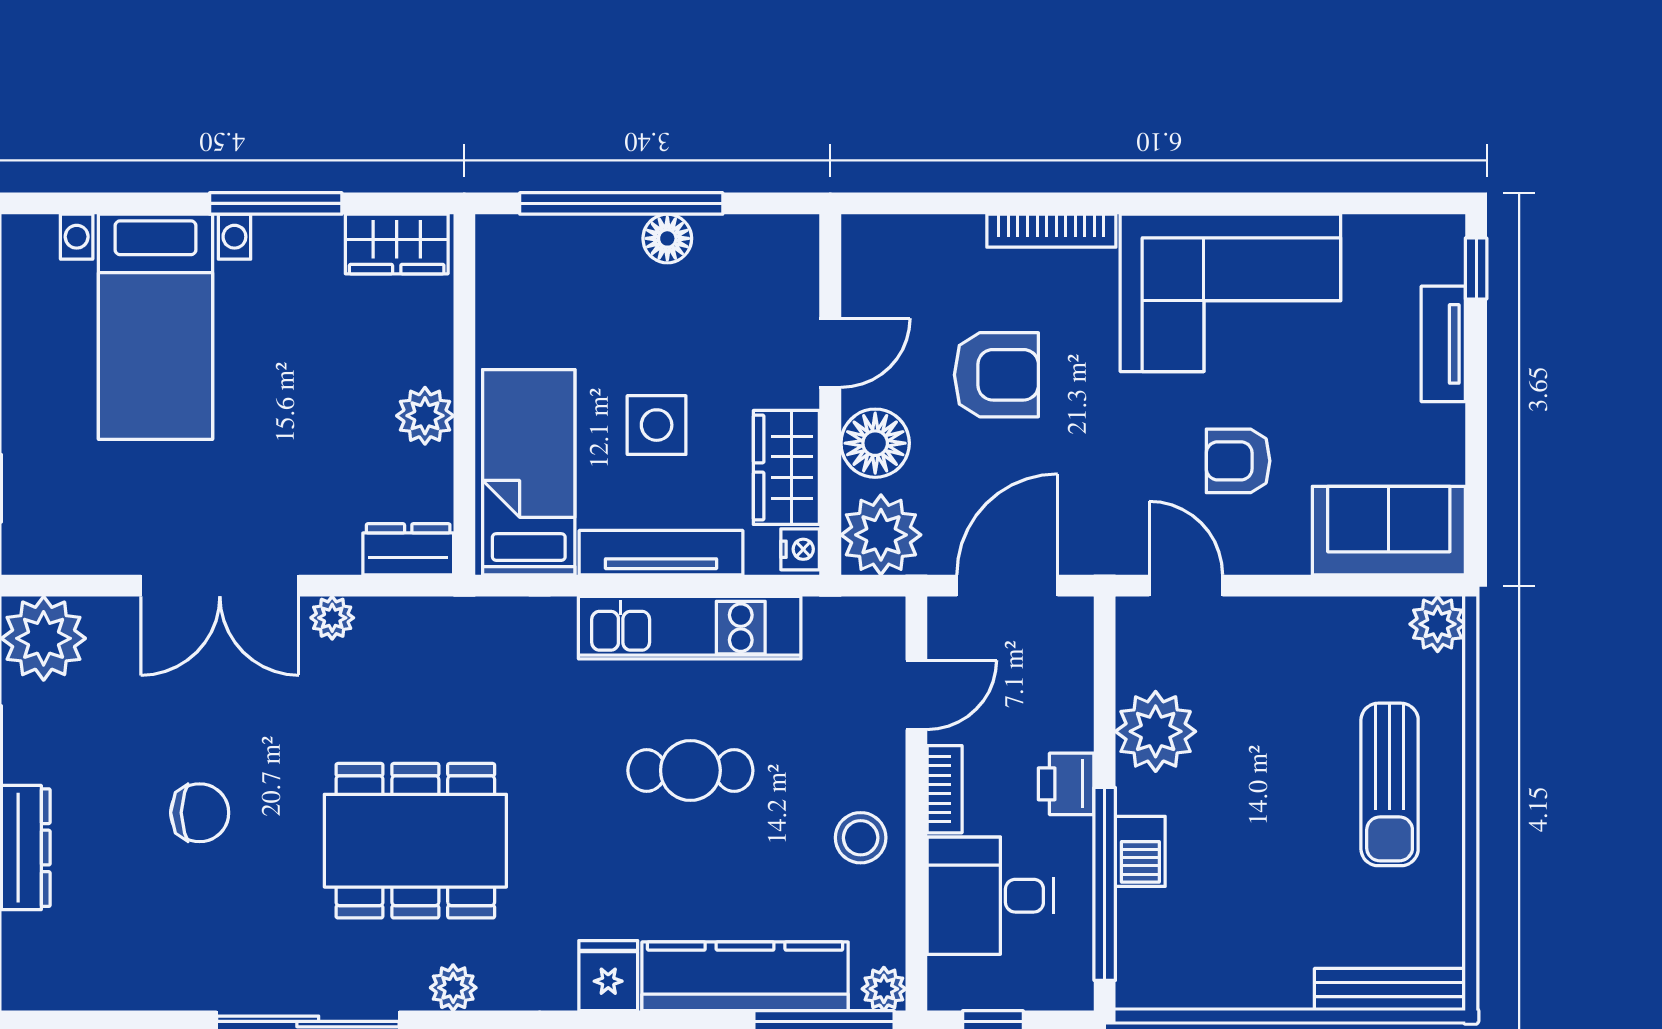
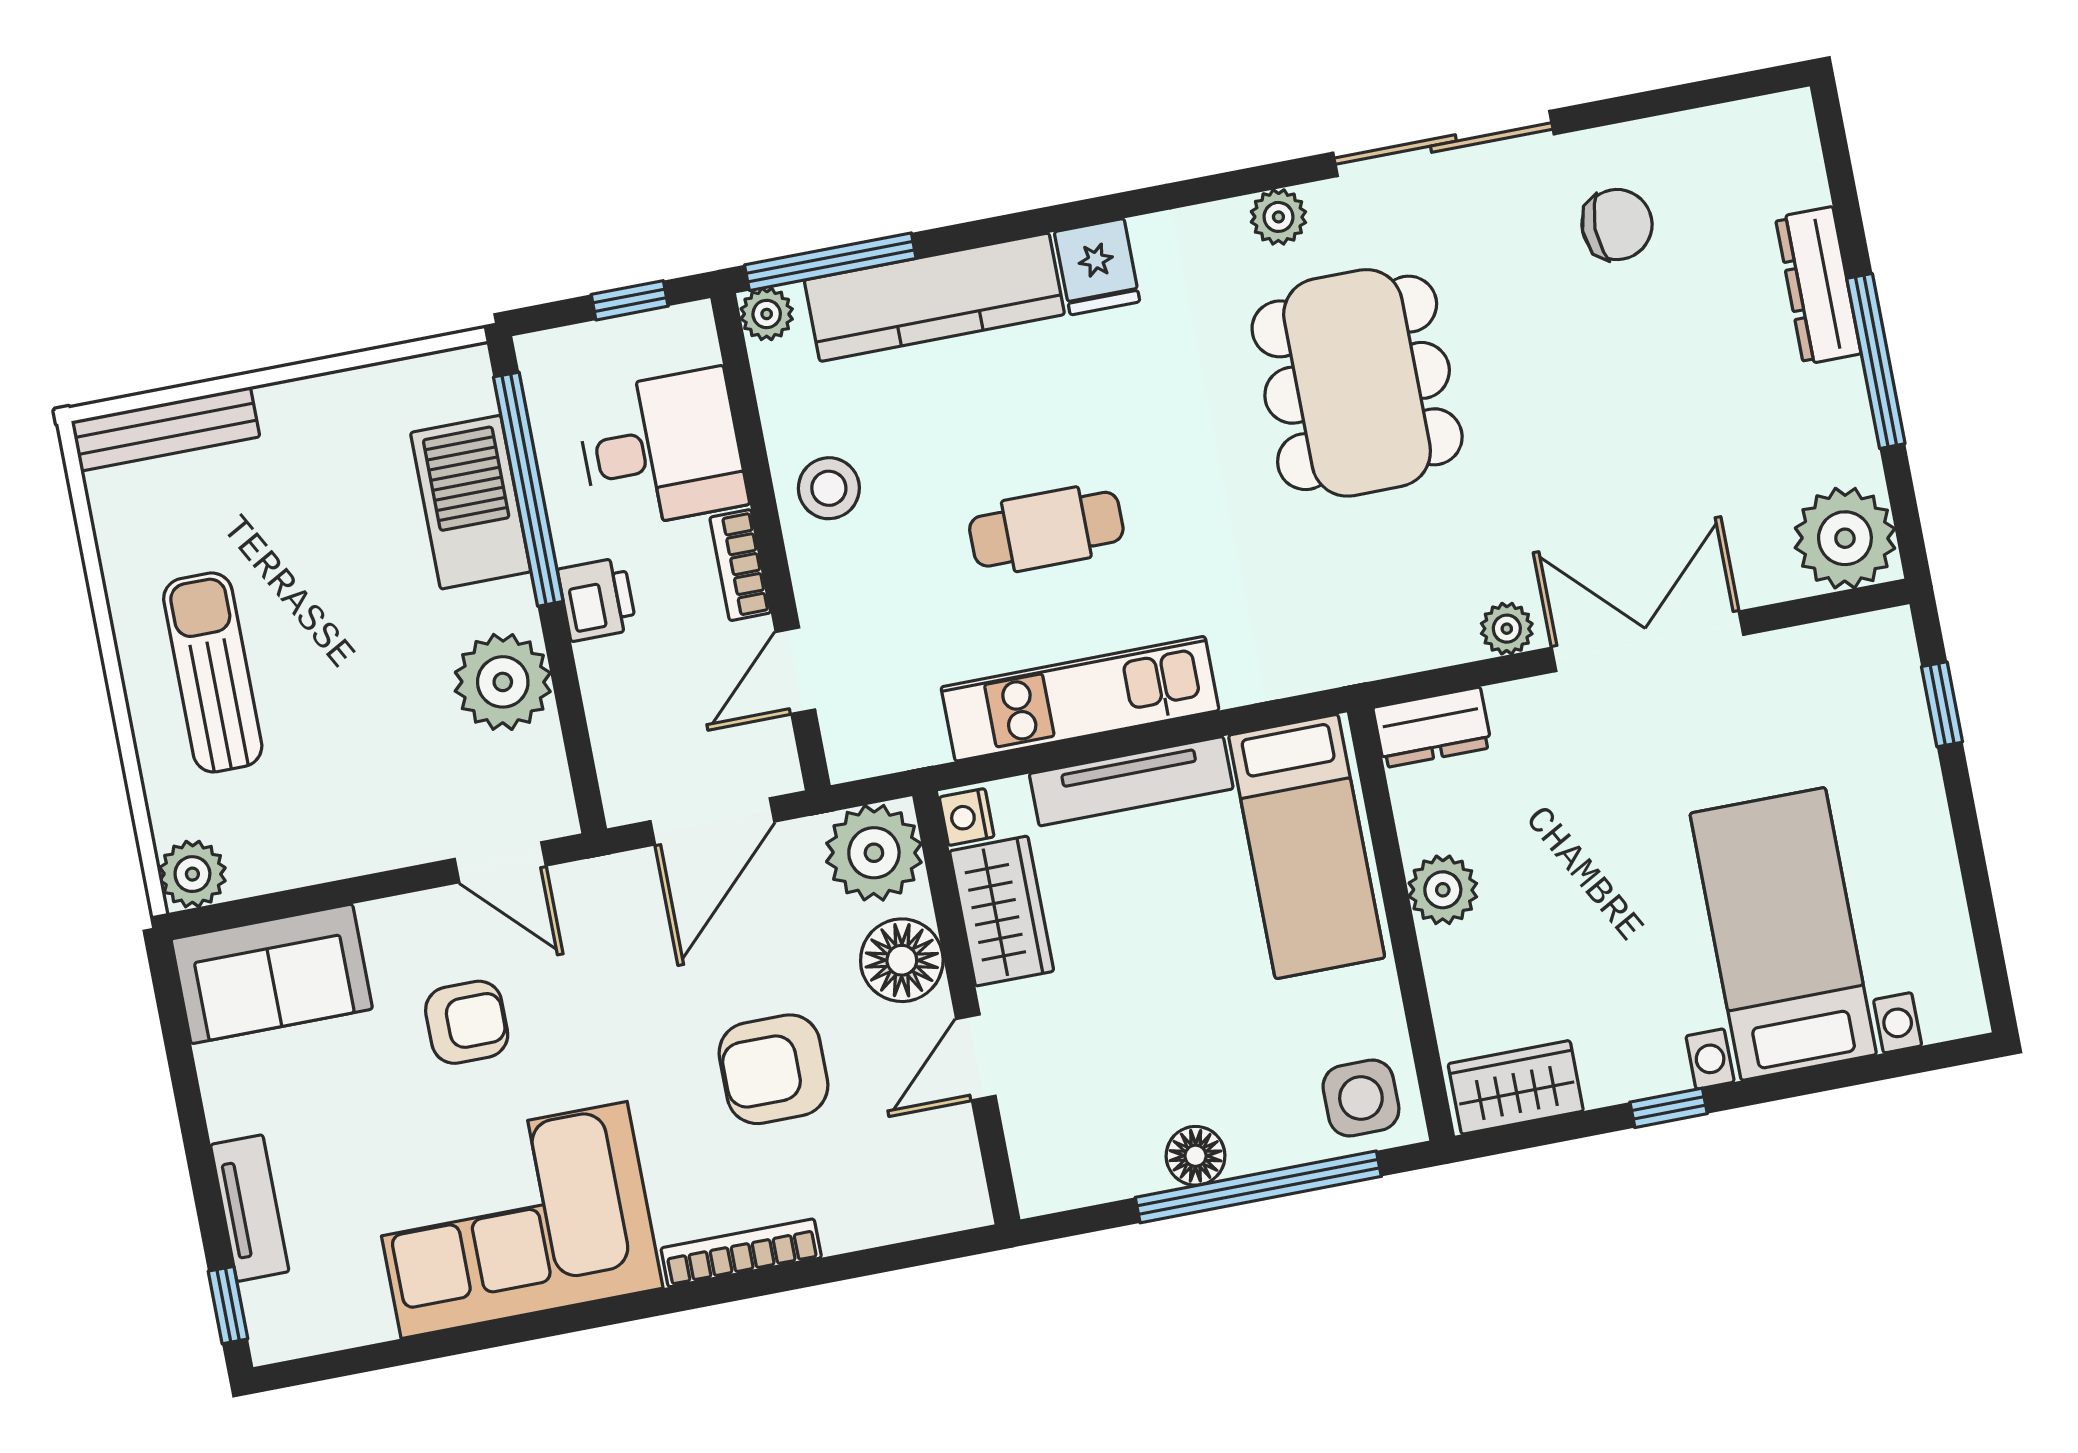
window: (276, 203) -> (1669, 1108), width x0.46
side table: (657, 425) -> (1361, 1098), moved
chair: (200, 813) -> (1617, 225), moved, turned 180
dining table: (415, 841) -> (1357, 383), turned 90
barbecue: (1140, 851) -> (471, 502), width x1.88, depth x1.53

